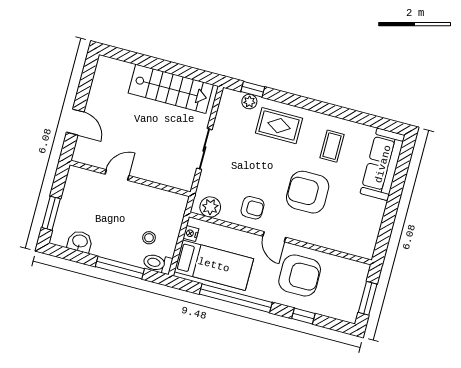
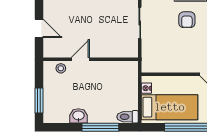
plant: (210, 207) -> (155, 65), removed
armchair: (253, 208) -> (187, 20), moved, turned 90
stool: (149, 238) -> (61, 68), moved
washbasin: (80, 242) -> (78, 116), moved

